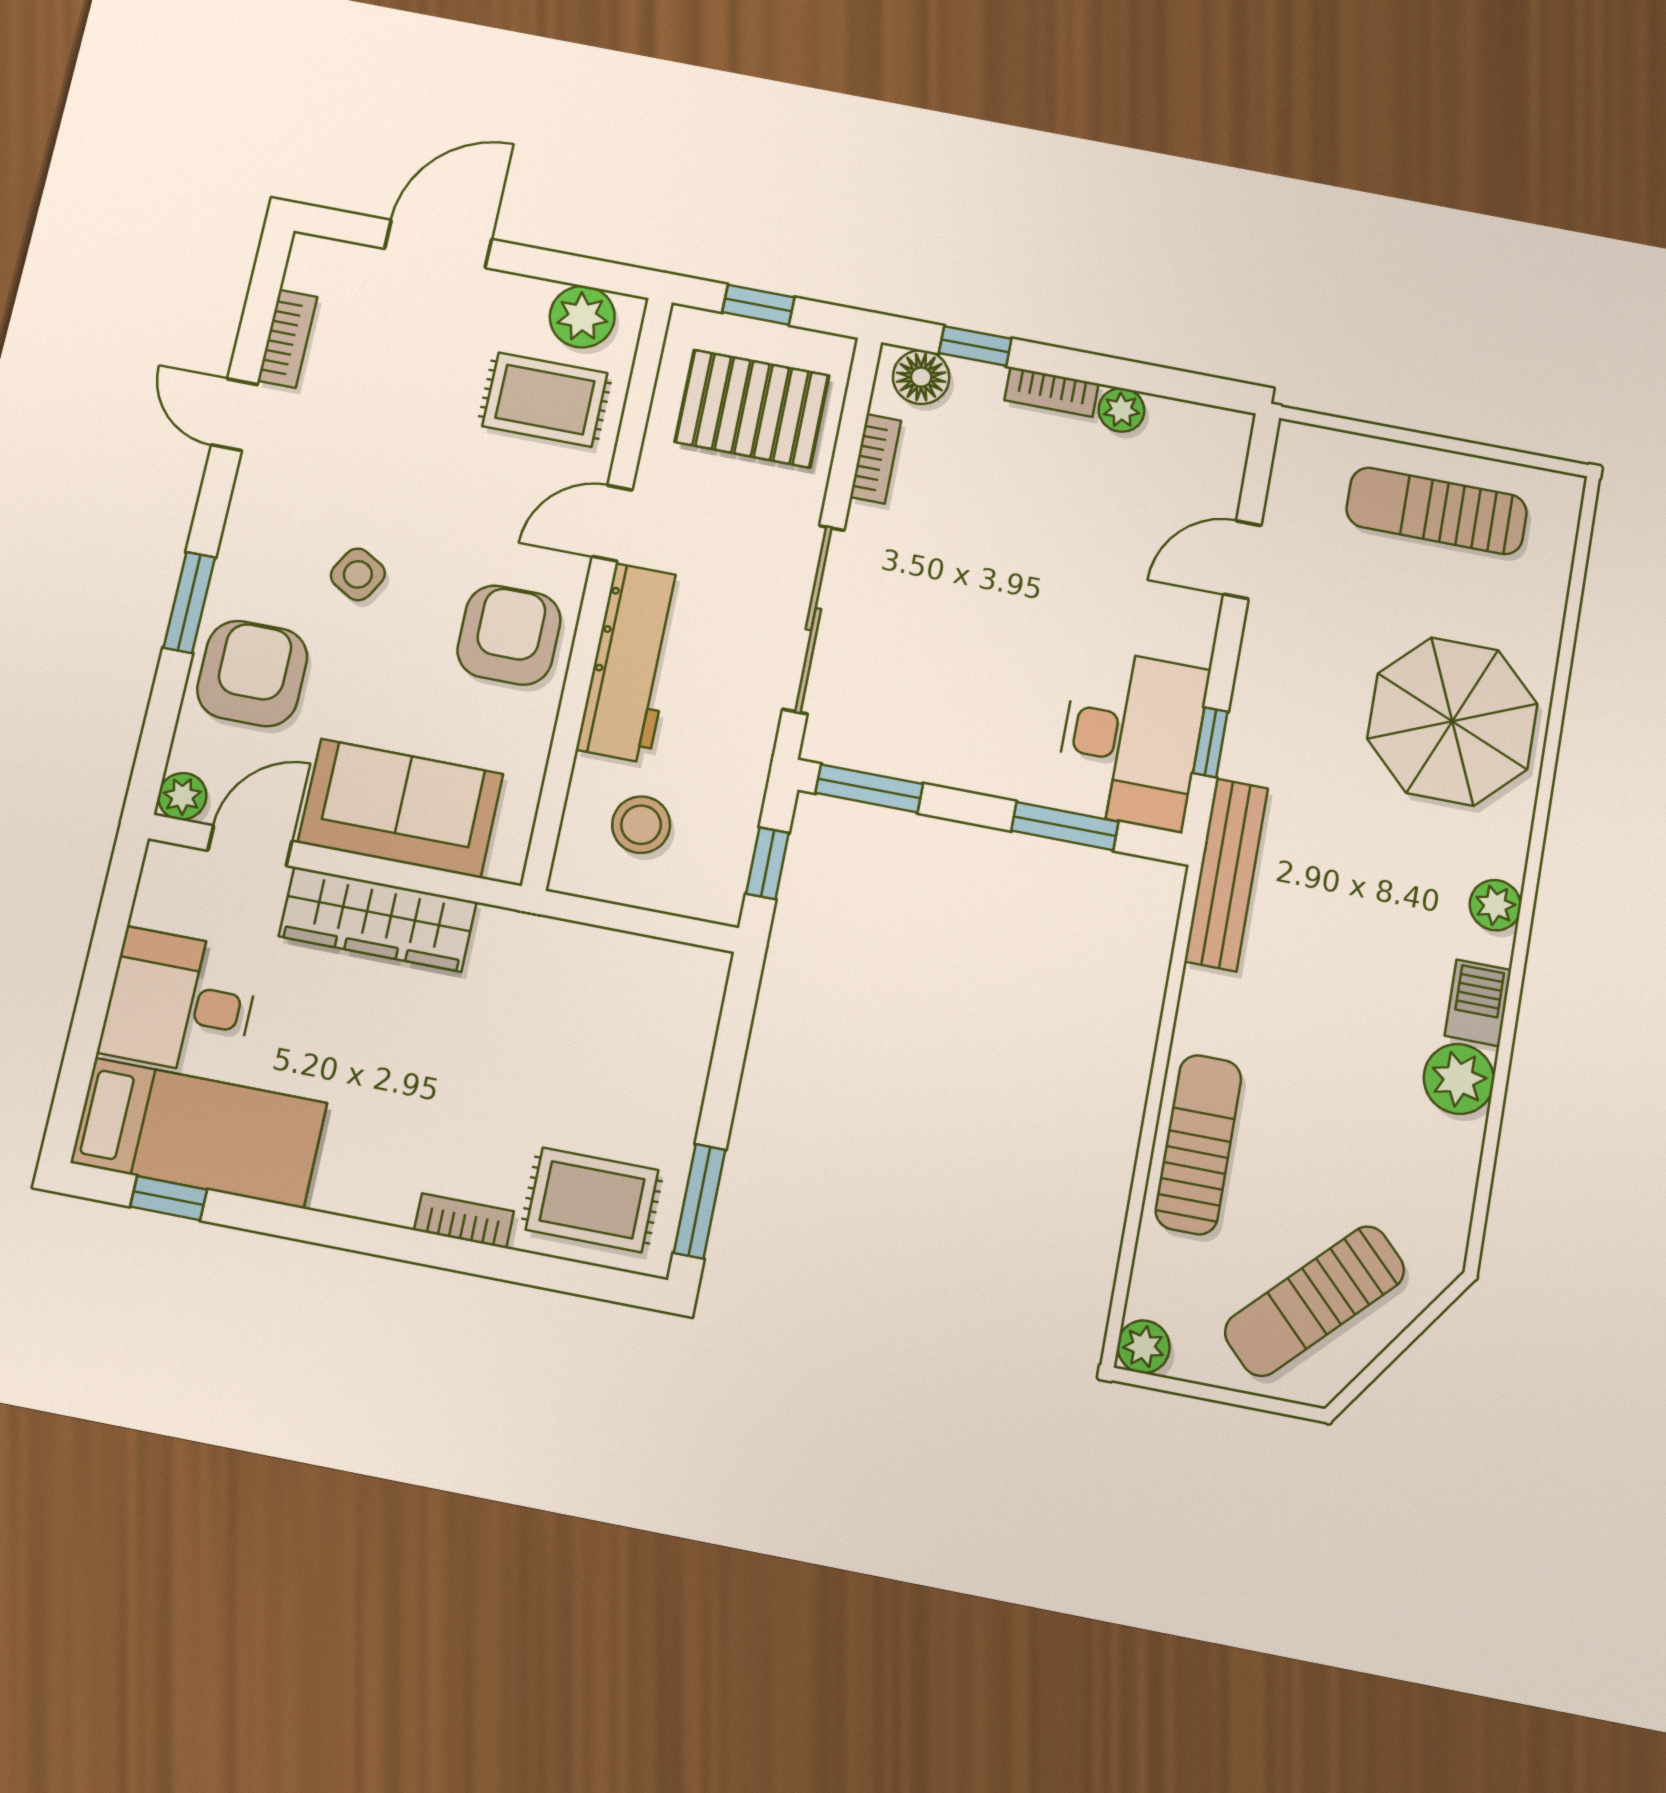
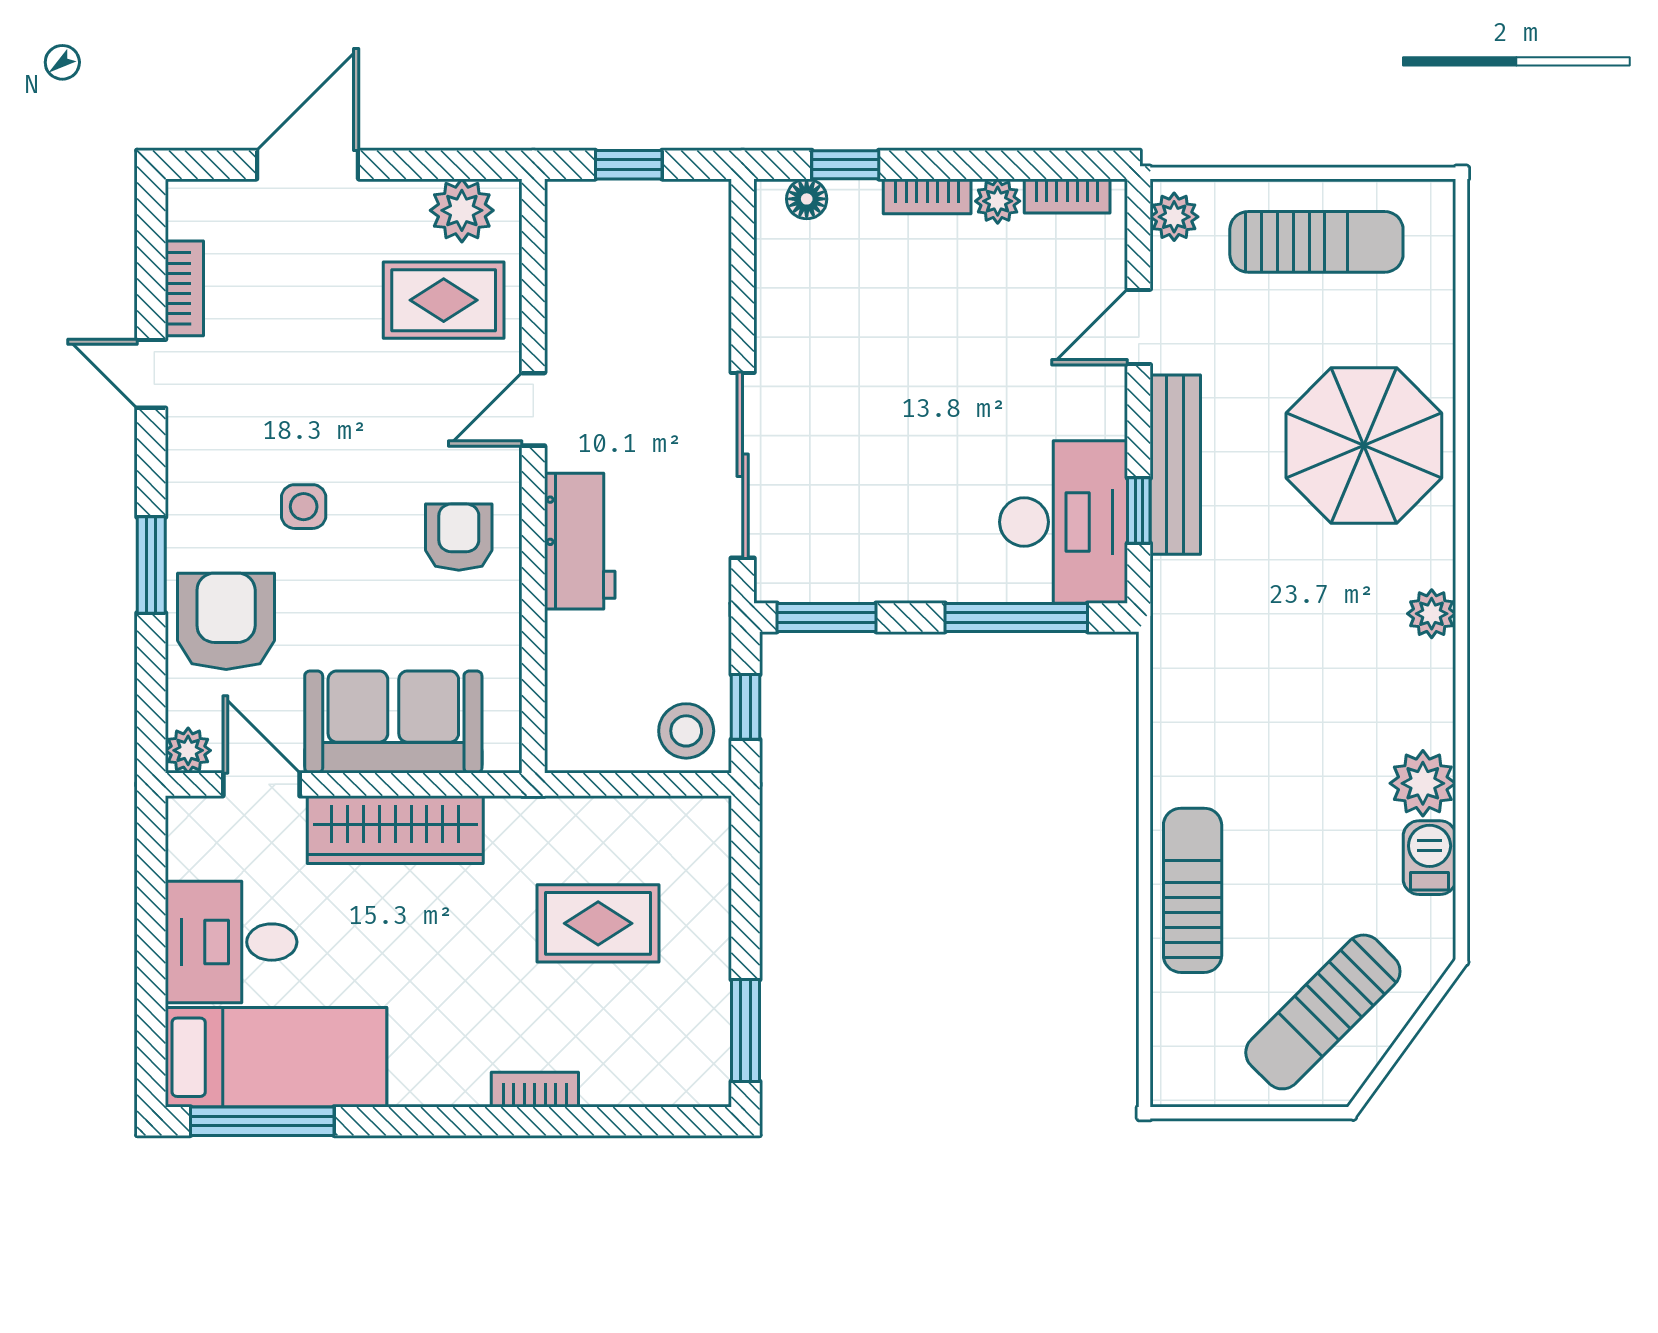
floor lamp: (921, 377) -> (807, 199), width x0.73, depth x0.73
pallet: (752, 409) -> (643, 270), removed
bookcase: (876, 459) -> (1067, 196), moved, turned 90
sun lounger: (1437, 511) -> (1316, 242), turned 180
side table: (358, 574) -> (304, 507), turned -30
armchair: (509, 635) -> (459, 537), width x0.72, depth x0.72
workbench: (632, 663) -> (580, 541), width x0.73
stool: (641, 825) -> (686, 731), moved
window: (1065, 826) -> (1016, 617), width x1.44
door: (250, 846) -> (261, 784), hinge flipped
bench: (1226, 875) -> (1175, 465), moved
barbecue: (1478, 1003) -> (1430, 858), moved
window: (169, 1198) -> (262, 1121), width x2.17
rug: (592, 1200) -> (598, 923), moved
plant: (1144, 1347) -> (1174, 217), moved

